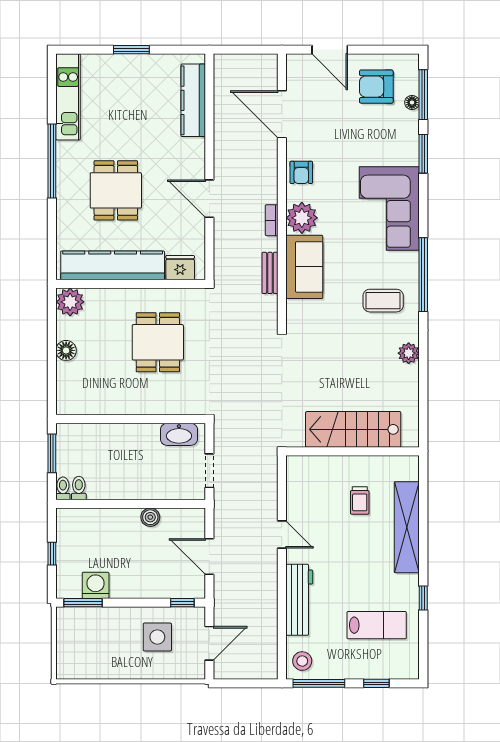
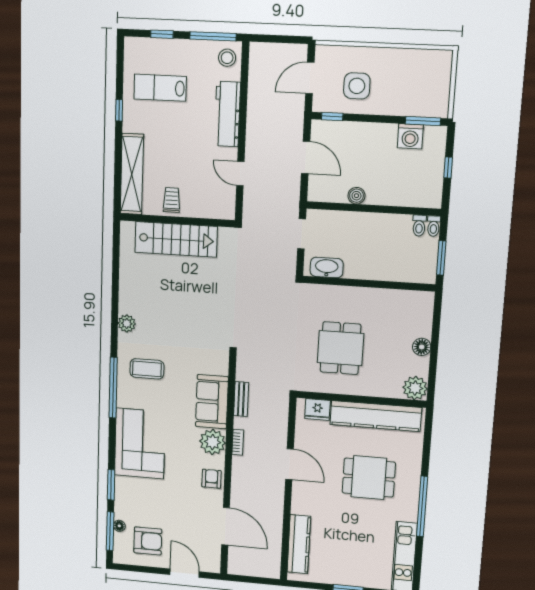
dining table: (116, 190) -> (369, 478), turned 90
stairs: (353, 429) -> (176, 239), moved
wall: (353, 451) -> (177, 220), moved

